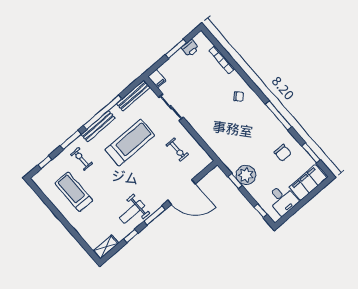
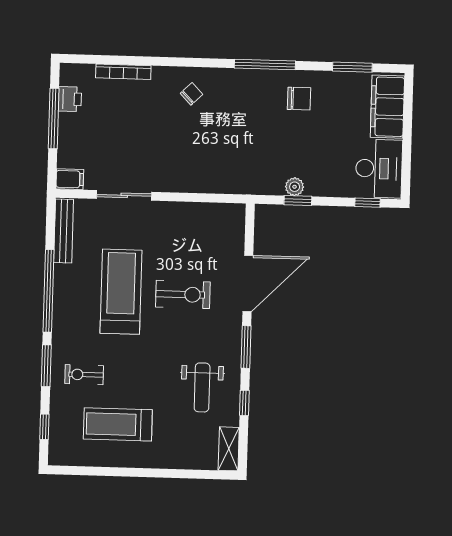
window: (176, 49) -> (54, 119), width x1.44
bench: (98, 126) -> (61, 314), removed
exercise bike: (177, 150) -> (183, 294), moved, width x1.38, depth x1.39
chair: (283, 153) -> (299, 99), moved
plant: (246, 175) -> (295, 187), width x0.53, depth x0.53
desk: (282, 200) -> (379, 168), width x1.37
weight bench: (132, 212) -> (202, 387), moved

